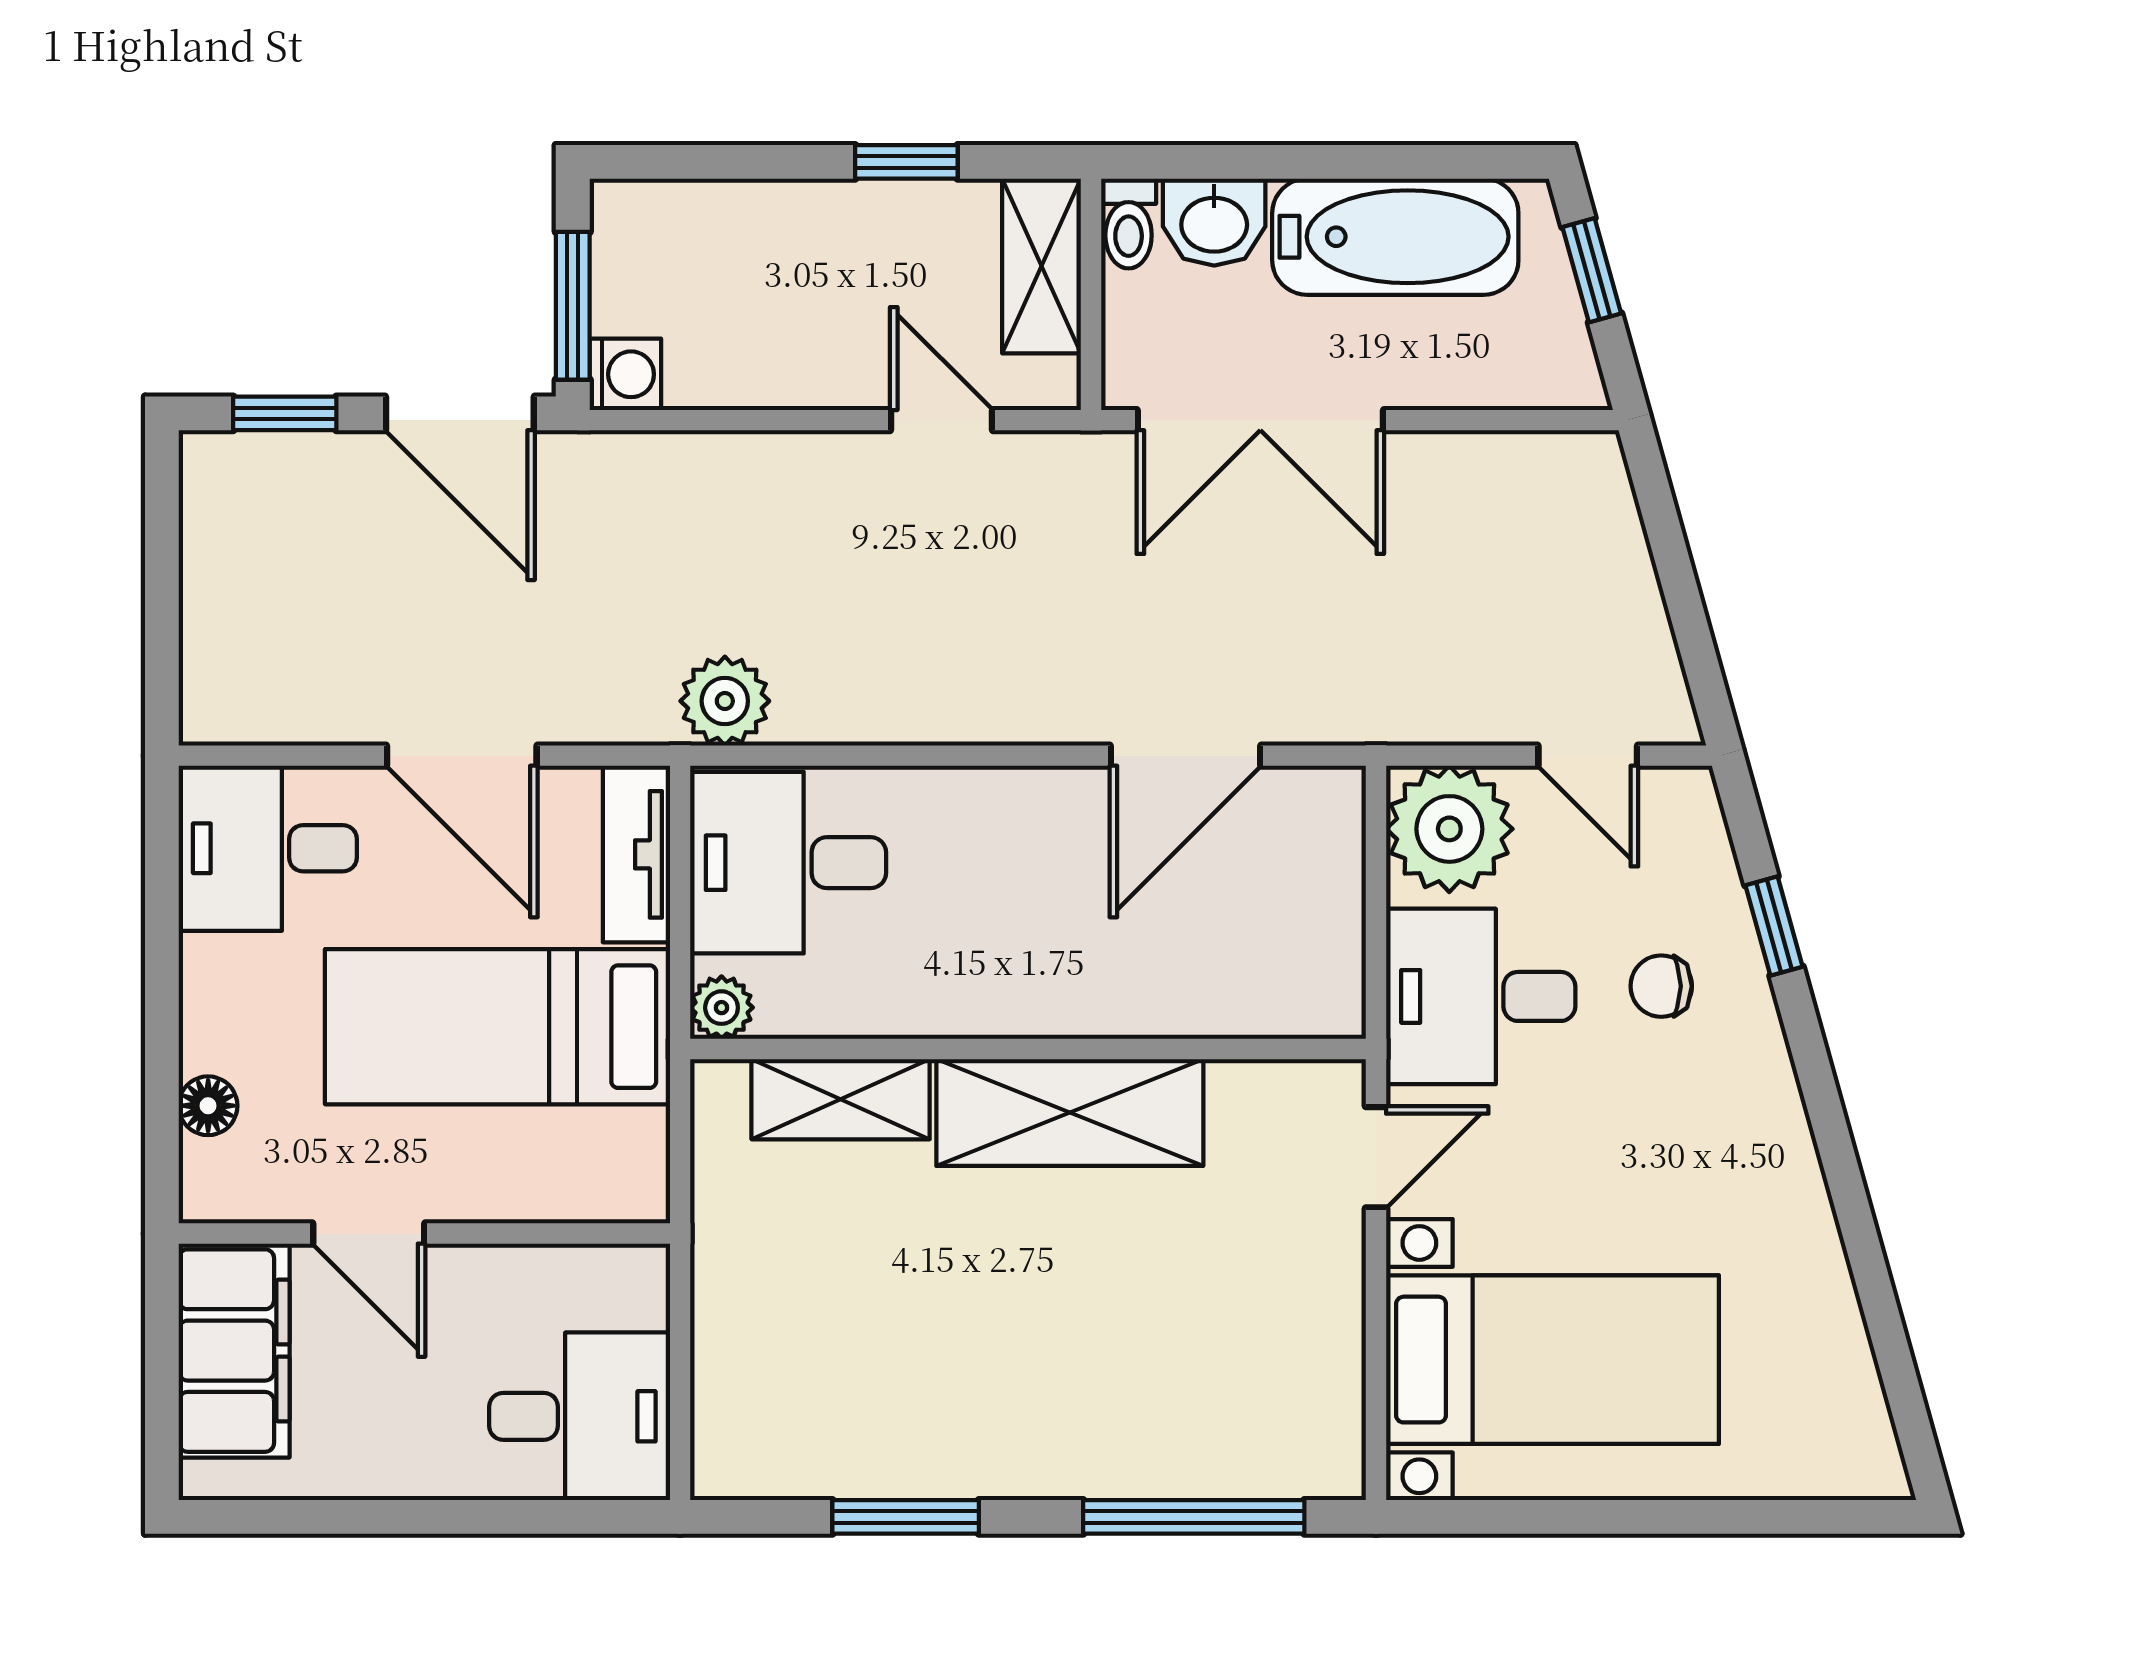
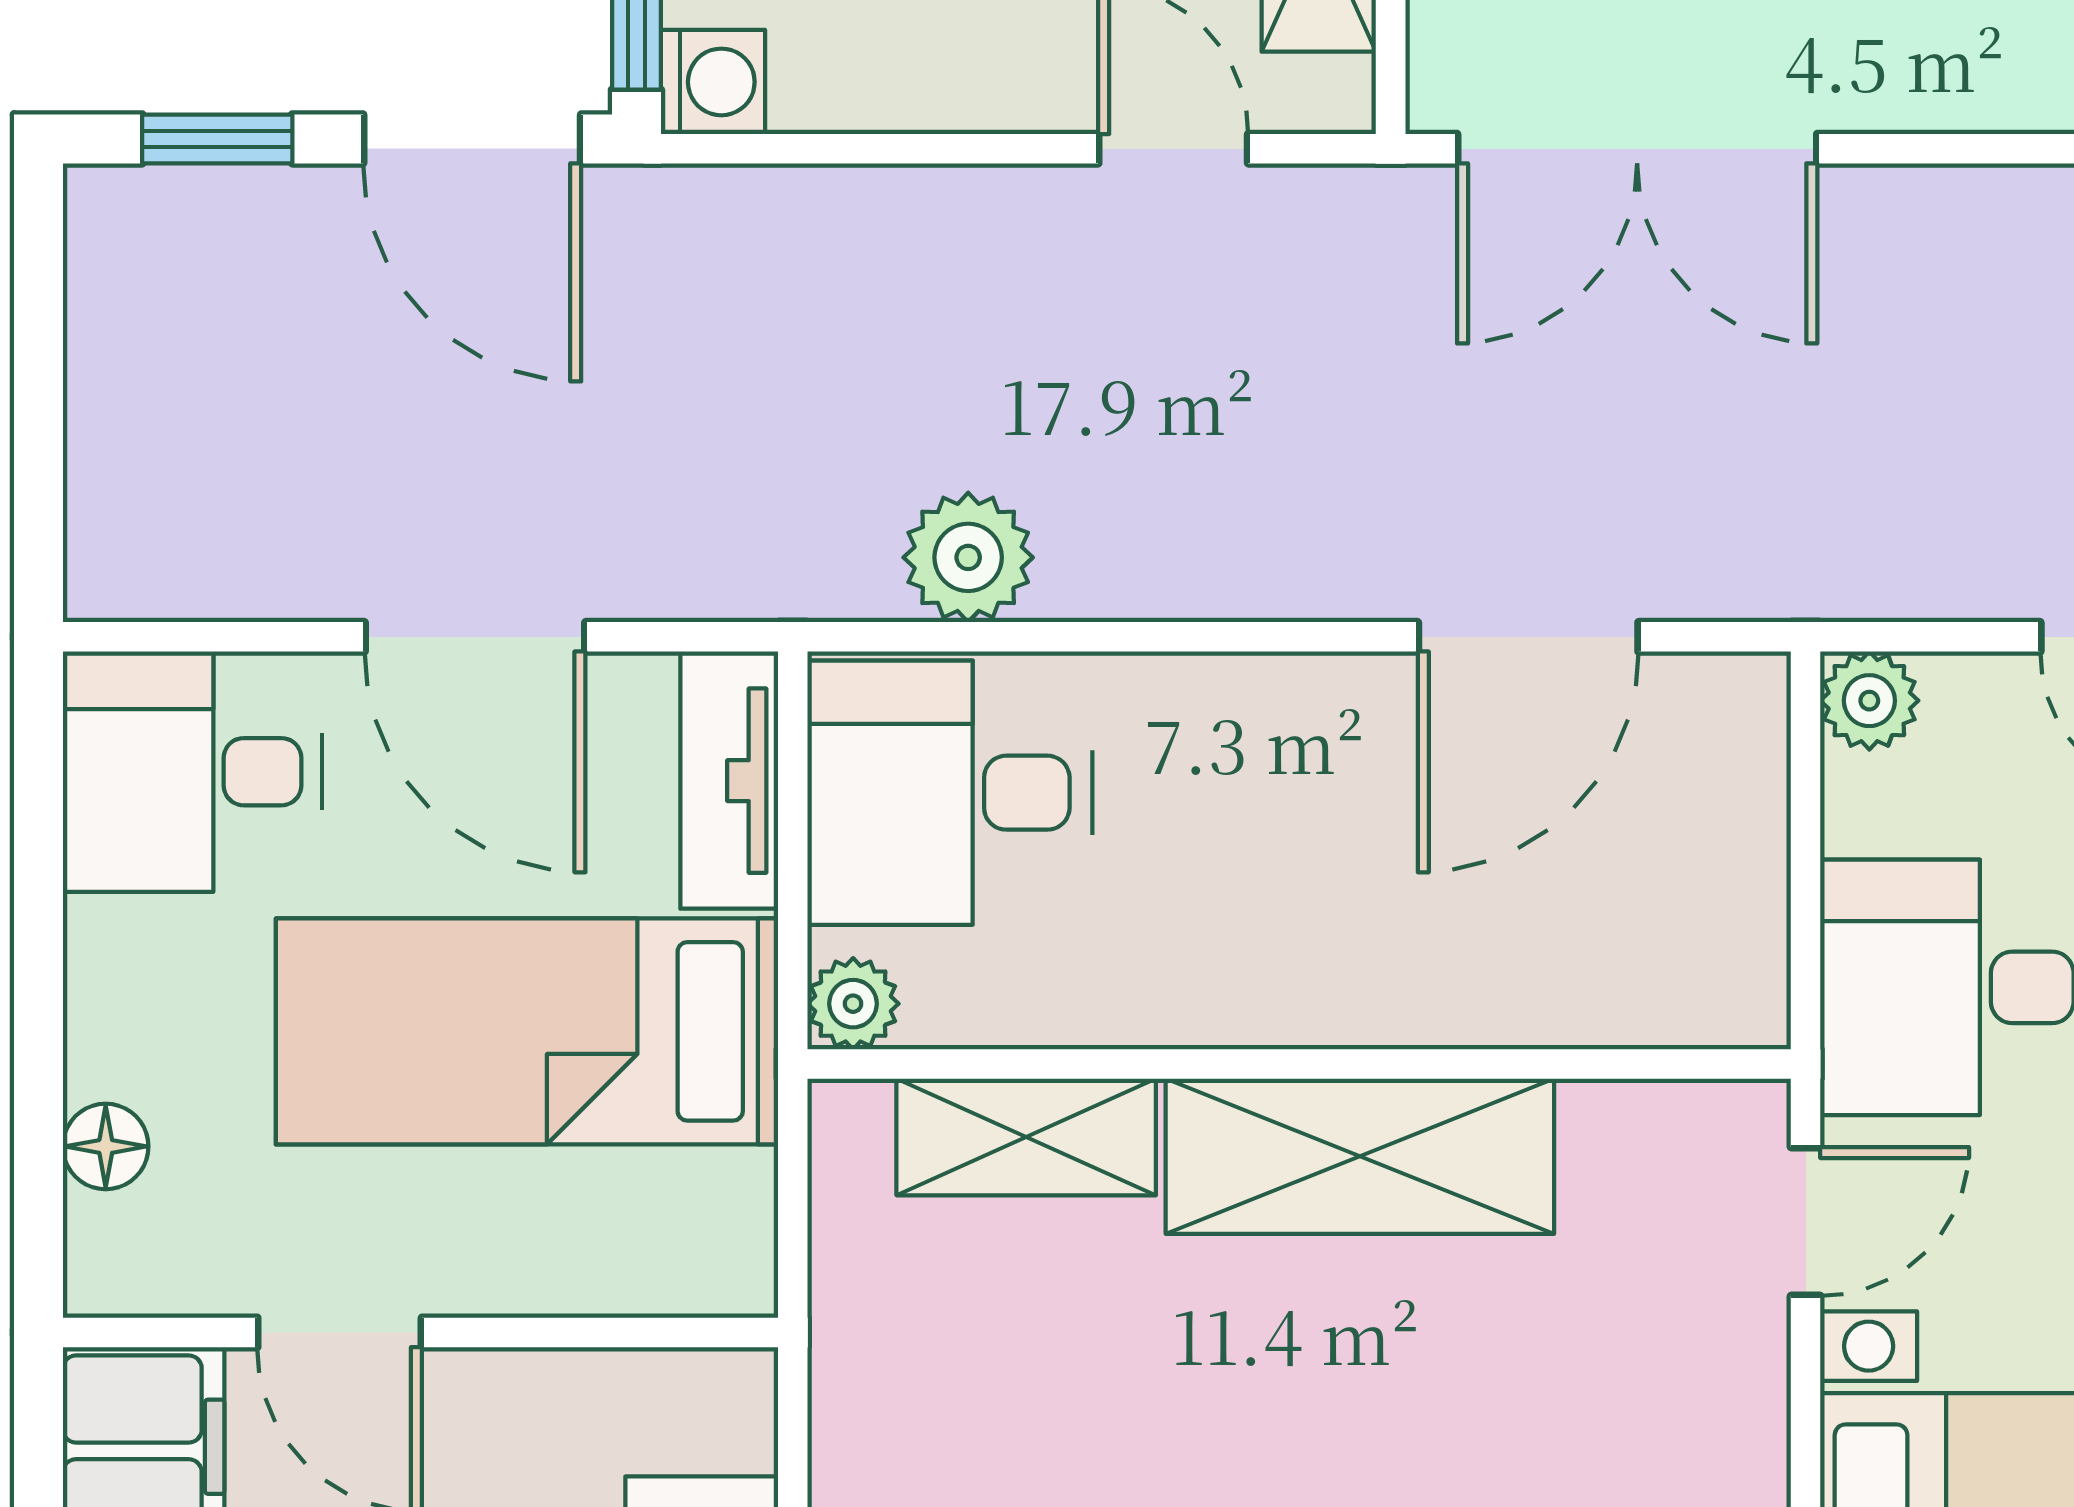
plant: (725, 701) -> (968, 557), moved
plant: (1449, 829) -> (1869, 701), width x0.53, depth x0.53

